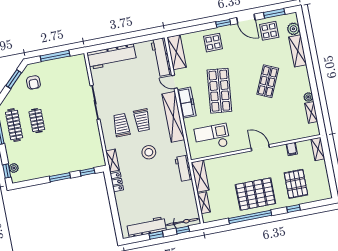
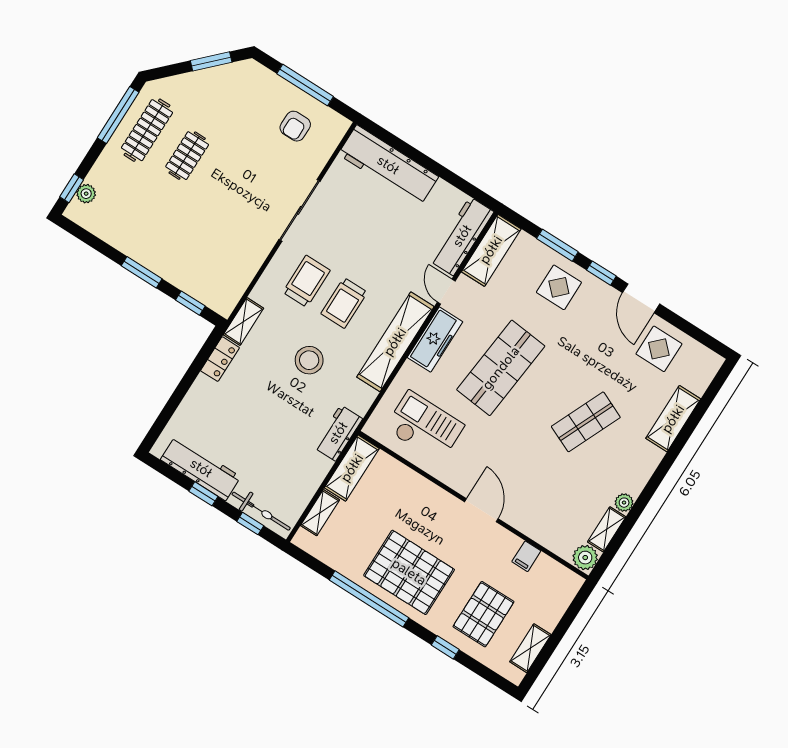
window: (274, 13) -> (557, 245), moved
plant: (293, 29) -> (585, 558), moved
armchair: (33, 82) -> (295, 126), moved
shelving: (318, 149) -> (530, 648), moved

